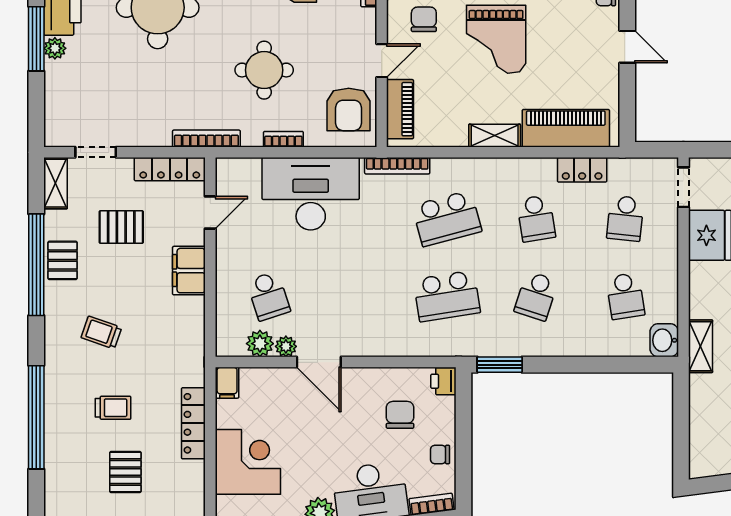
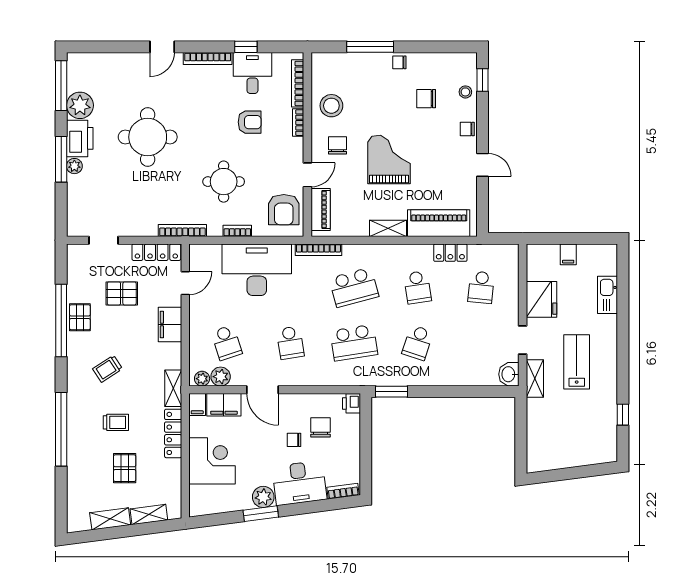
grand piano: (496, 39) -> (389, 160), turned 180
shelving: (56, 183) -> (173, 388), moved
doorway: (683, 187) -> (523, 340), moved
school desk: (625, 296) -> (290, 343), moved
trolley: (101, 333) -> (108, 369), turned -52
plant: (286, 346) -> (202, 379), moved
filing cabinet: (265, 383) -> (224, 405), added
chair: (440, 454) -> (294, 440), moved

